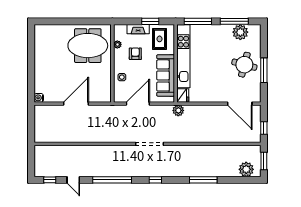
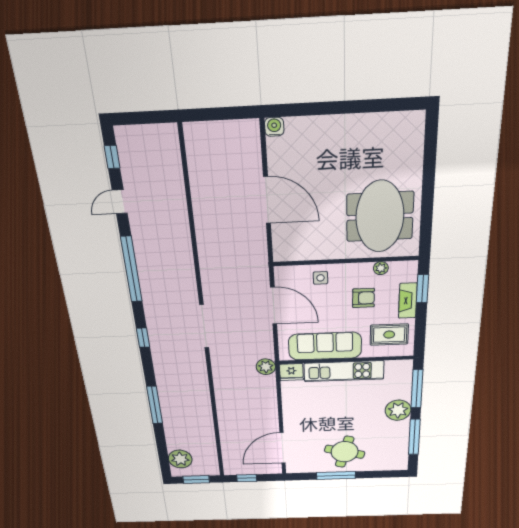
window: (150, 21) -> (422, 289), moved
plant: (240, 32) -> (398, 410), moved
kitchen unit: (183, 56) -> (344, 371), width x0.73

